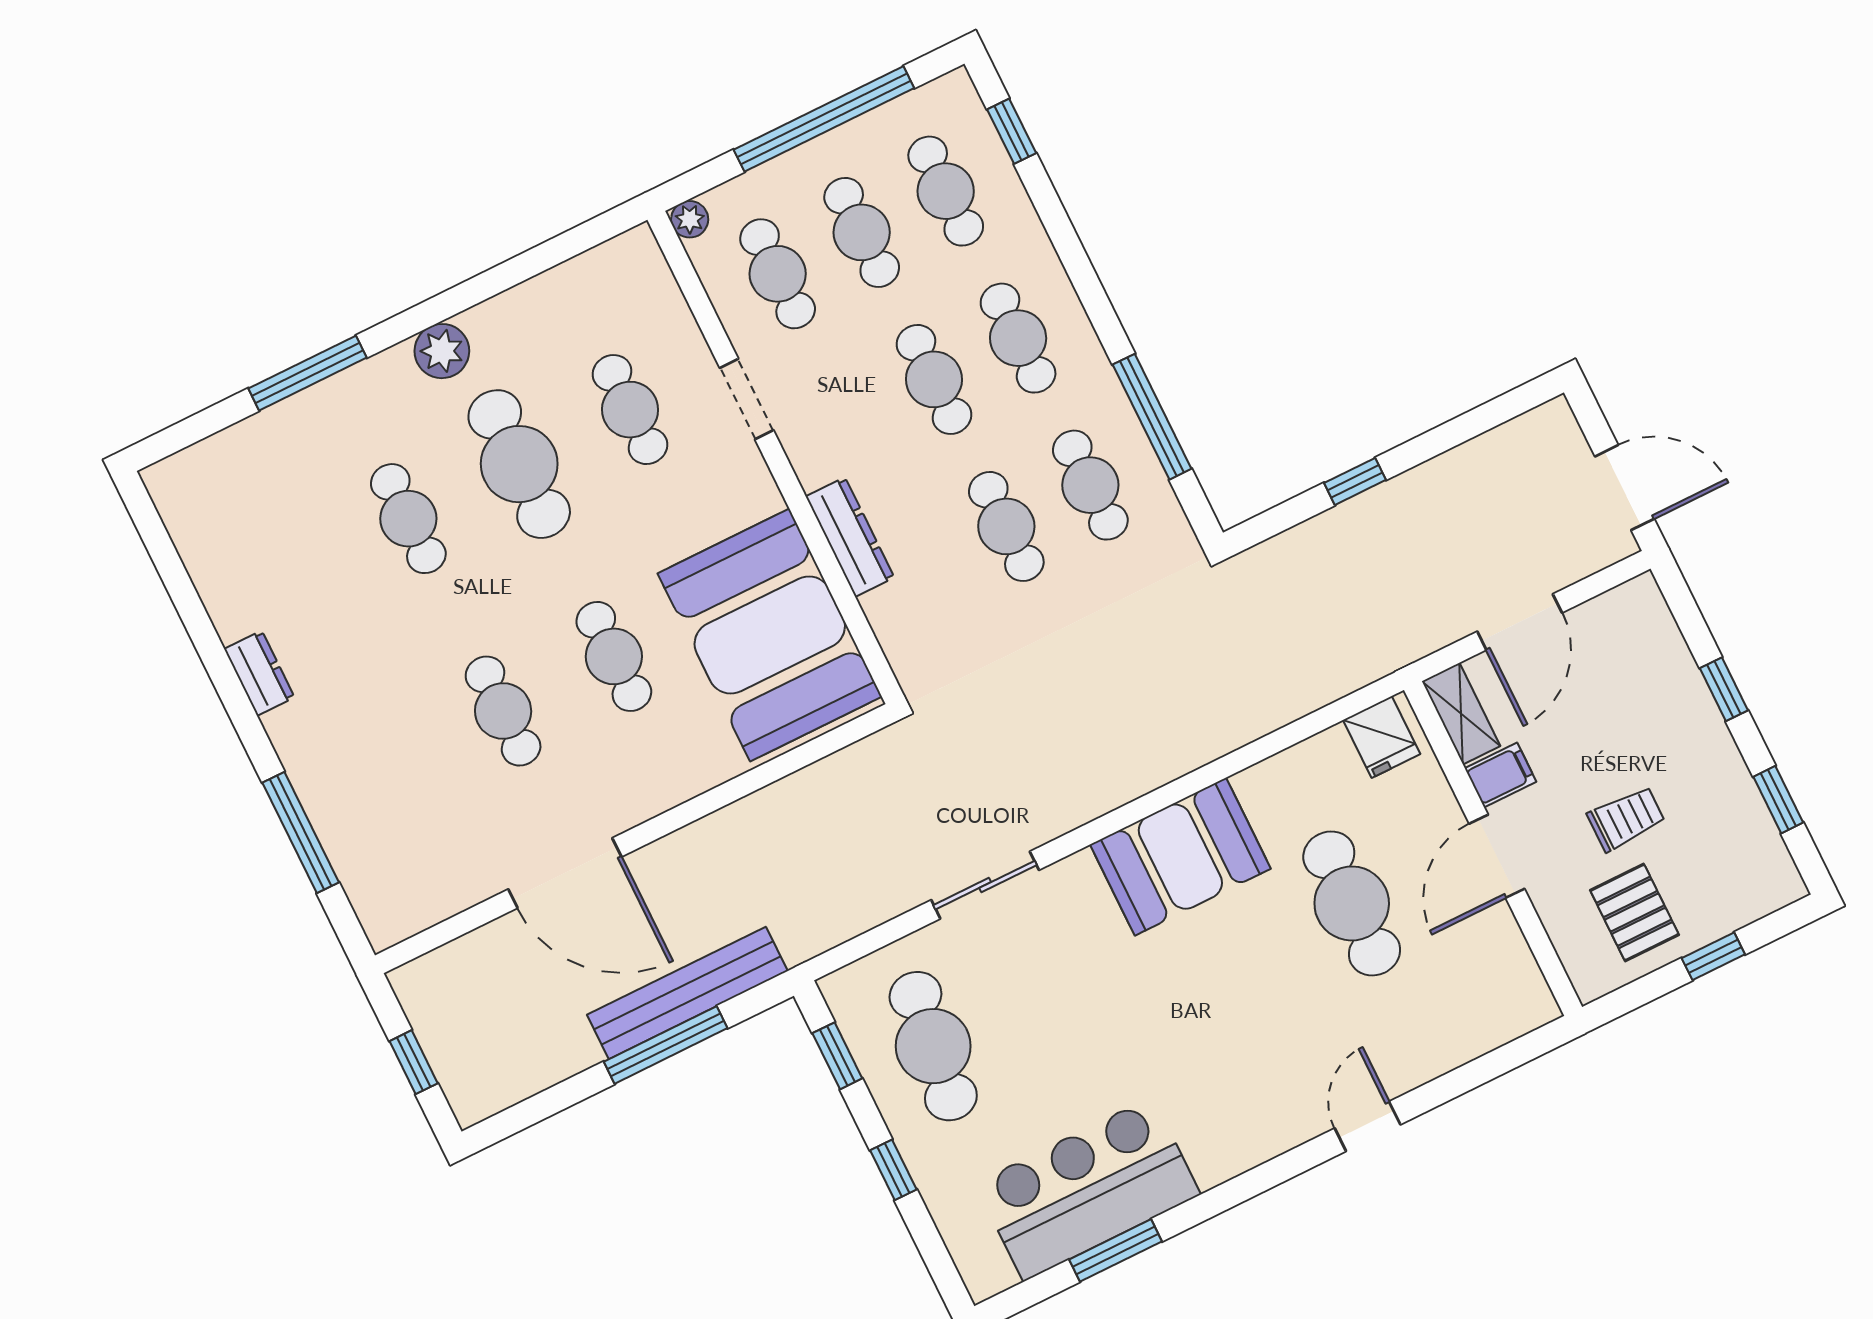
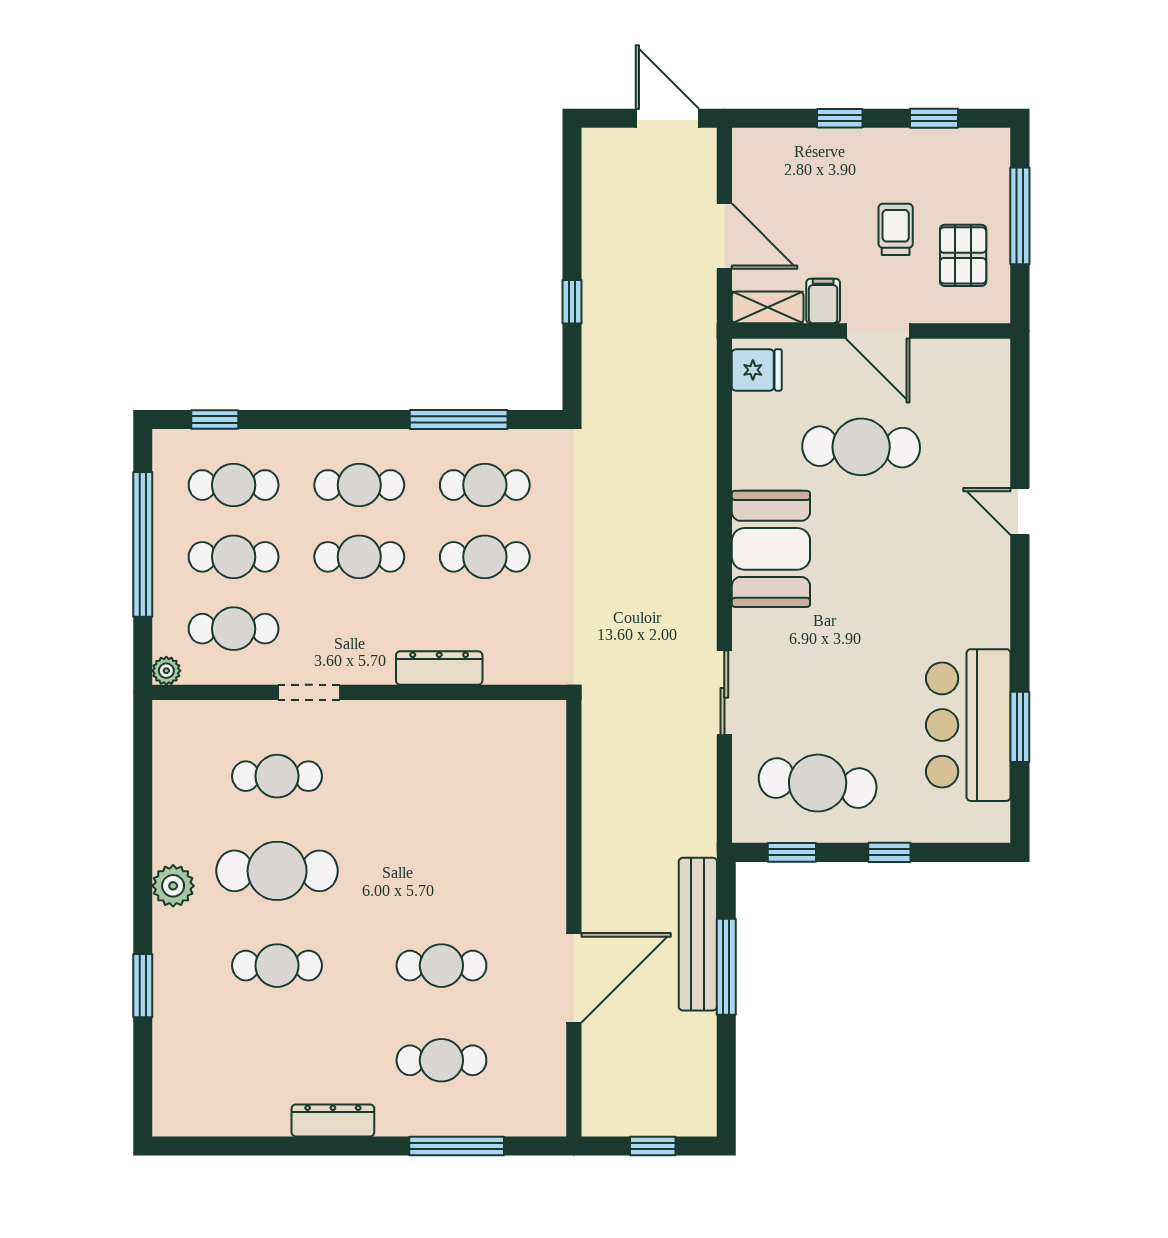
window: (308, 373) -> (143, 986), width x0.69
door: (1625, 488) -> (667, 118), hinge flipped
booth: (770, 635) -> (479, 756), removed
cafe table: (614, 656) -> (441, 1060), moved
dresser: (259, 673) -> (333, 1120), width x1.44
pallet: (1634, 912) -> (963, 255), turned 90
window: (1713, 956) -> (1020, 216), width x2.17

